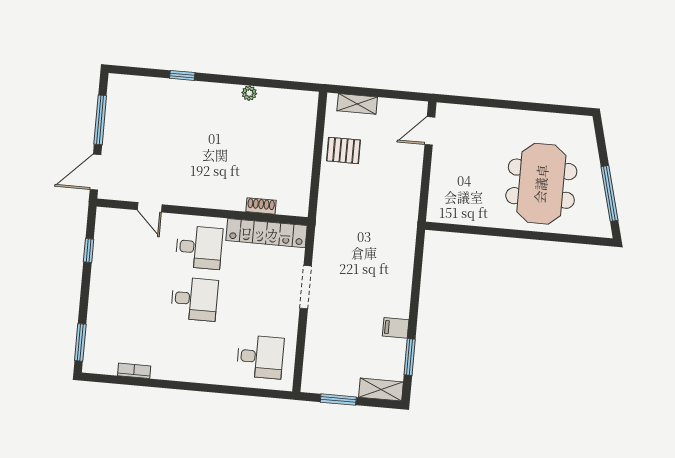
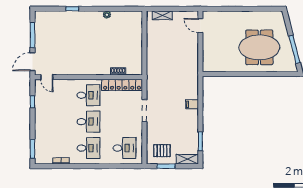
door: (430, 131) -> (200, 26), hinge flipped
pallet: (344, 150) -> (162, 151), moved
meeting table: (541, 184) -> (259, 47), turned 90
door: (150, 207) -> (47, 77), moved
filing cabinet: (396, 328) -> (192, 104), moved
desk: (190, 351) -> (88, 148), added

